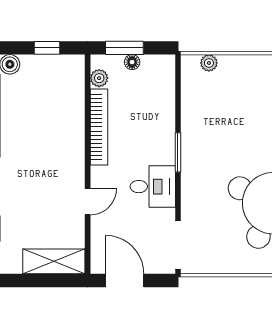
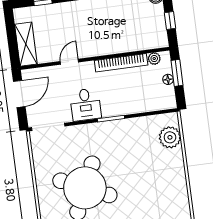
plant: (209, 63) -> (170, 137), width x1.88, depth x1.88
door: (88, 202) -> (69, 62), swing flipped

